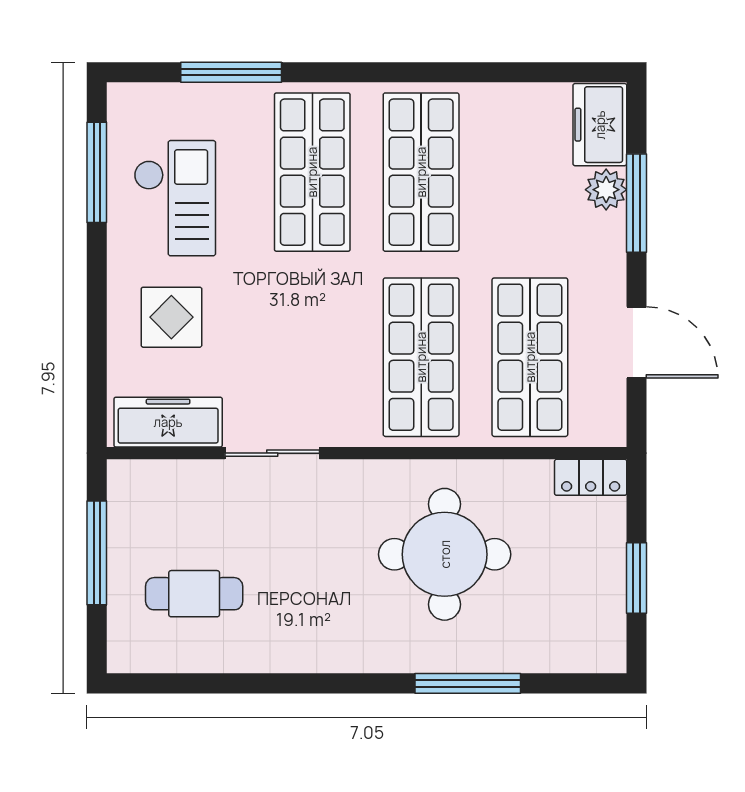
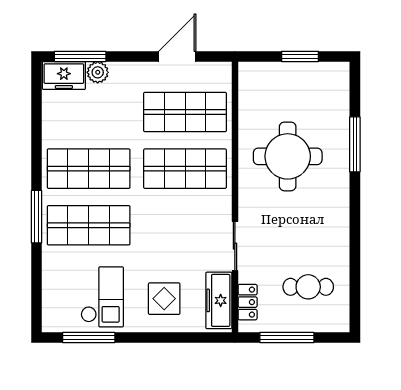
window: (231, 72) -> (37, 217), moved
checkout: (175, 198) -> (102, 297), turned 90
window: (637, 203) -> (80, 56), moved
locker: (591, 477) -> (248, 302), moved
cafe table: (194, 594) -> (308, 287), turned 90

